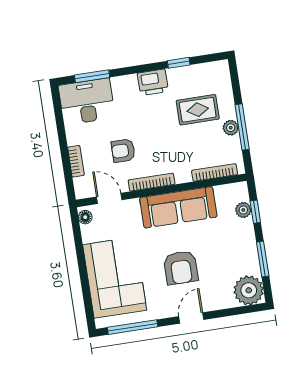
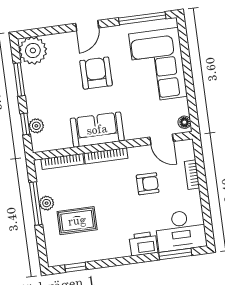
window: (179, 63) -> (75, 267), moved
printer: (153, 82) -> (143, 244), moved
bookcase: (152, 182) -> (106, 156), moved
sofa: (178, 207) -> (97, 130), width x0.73

